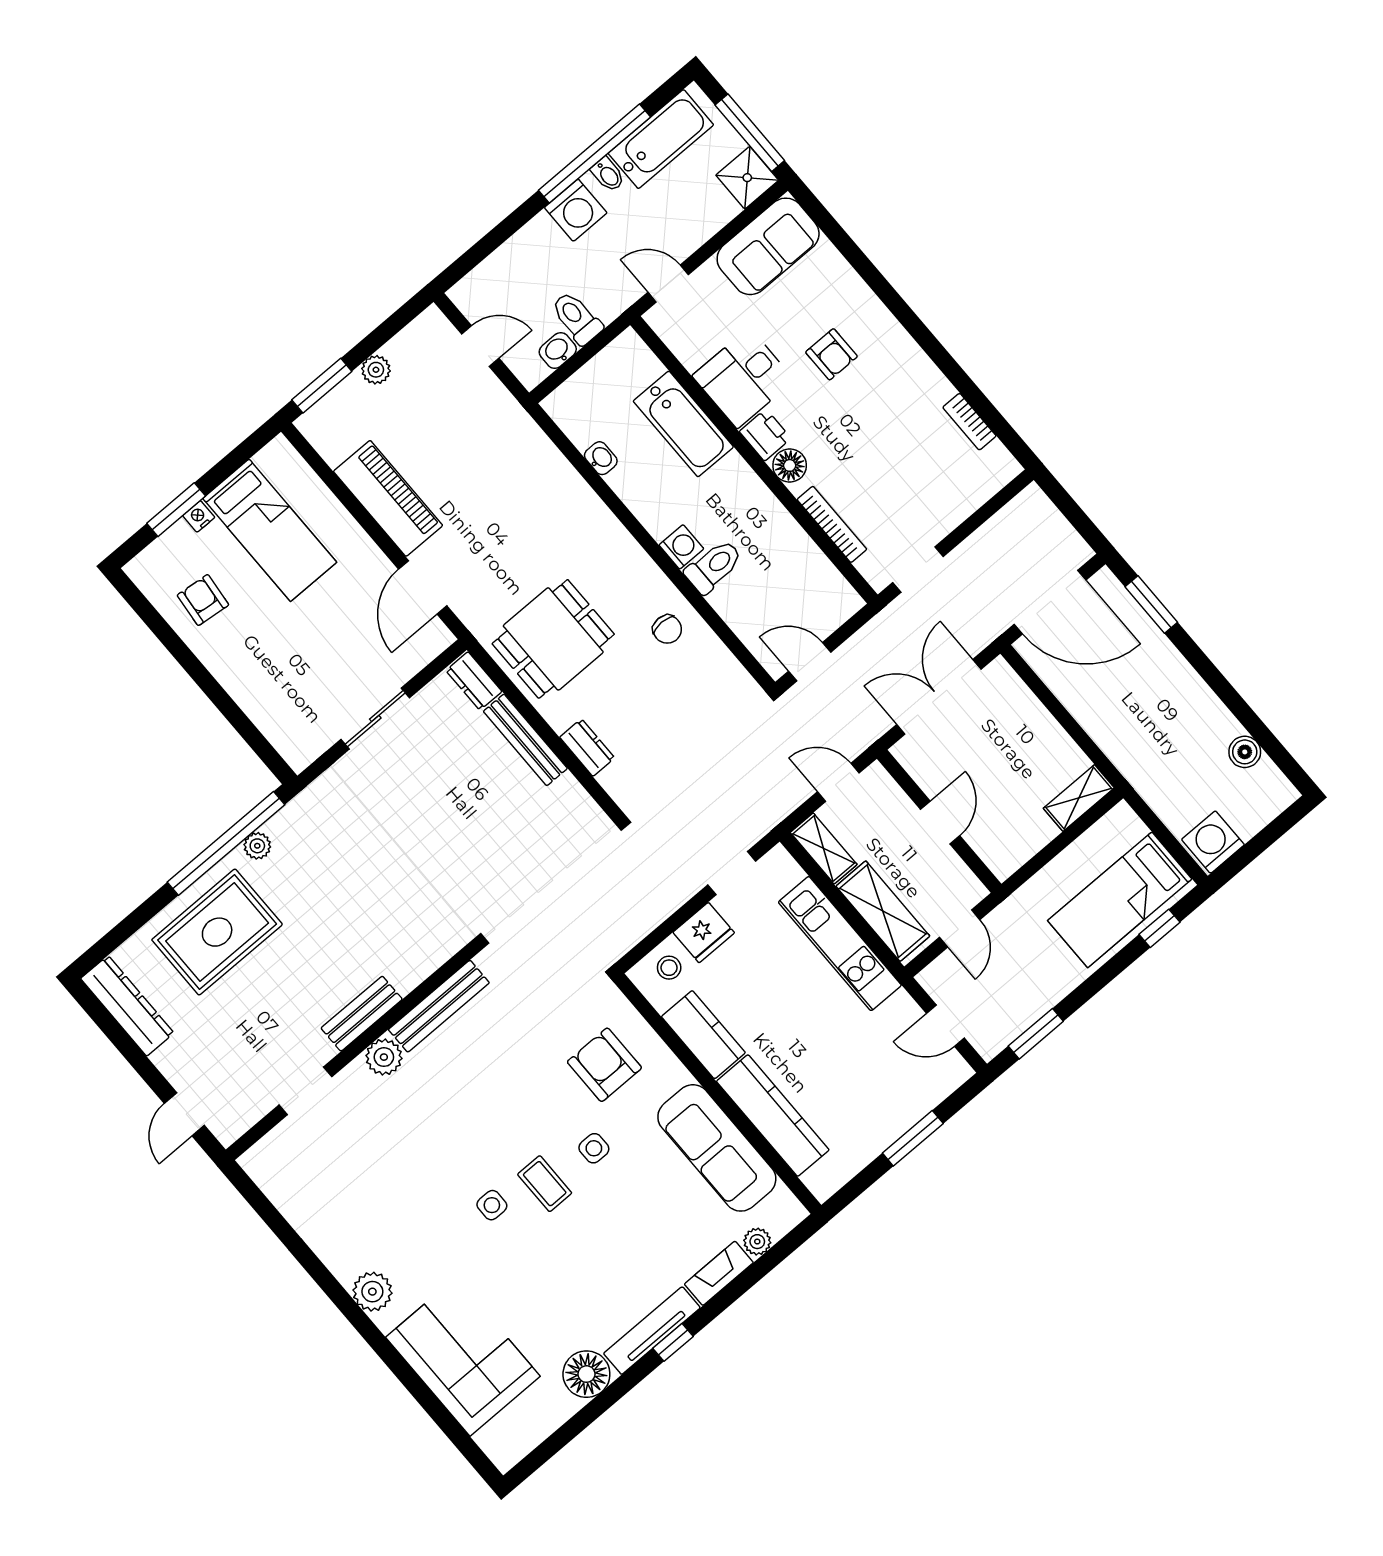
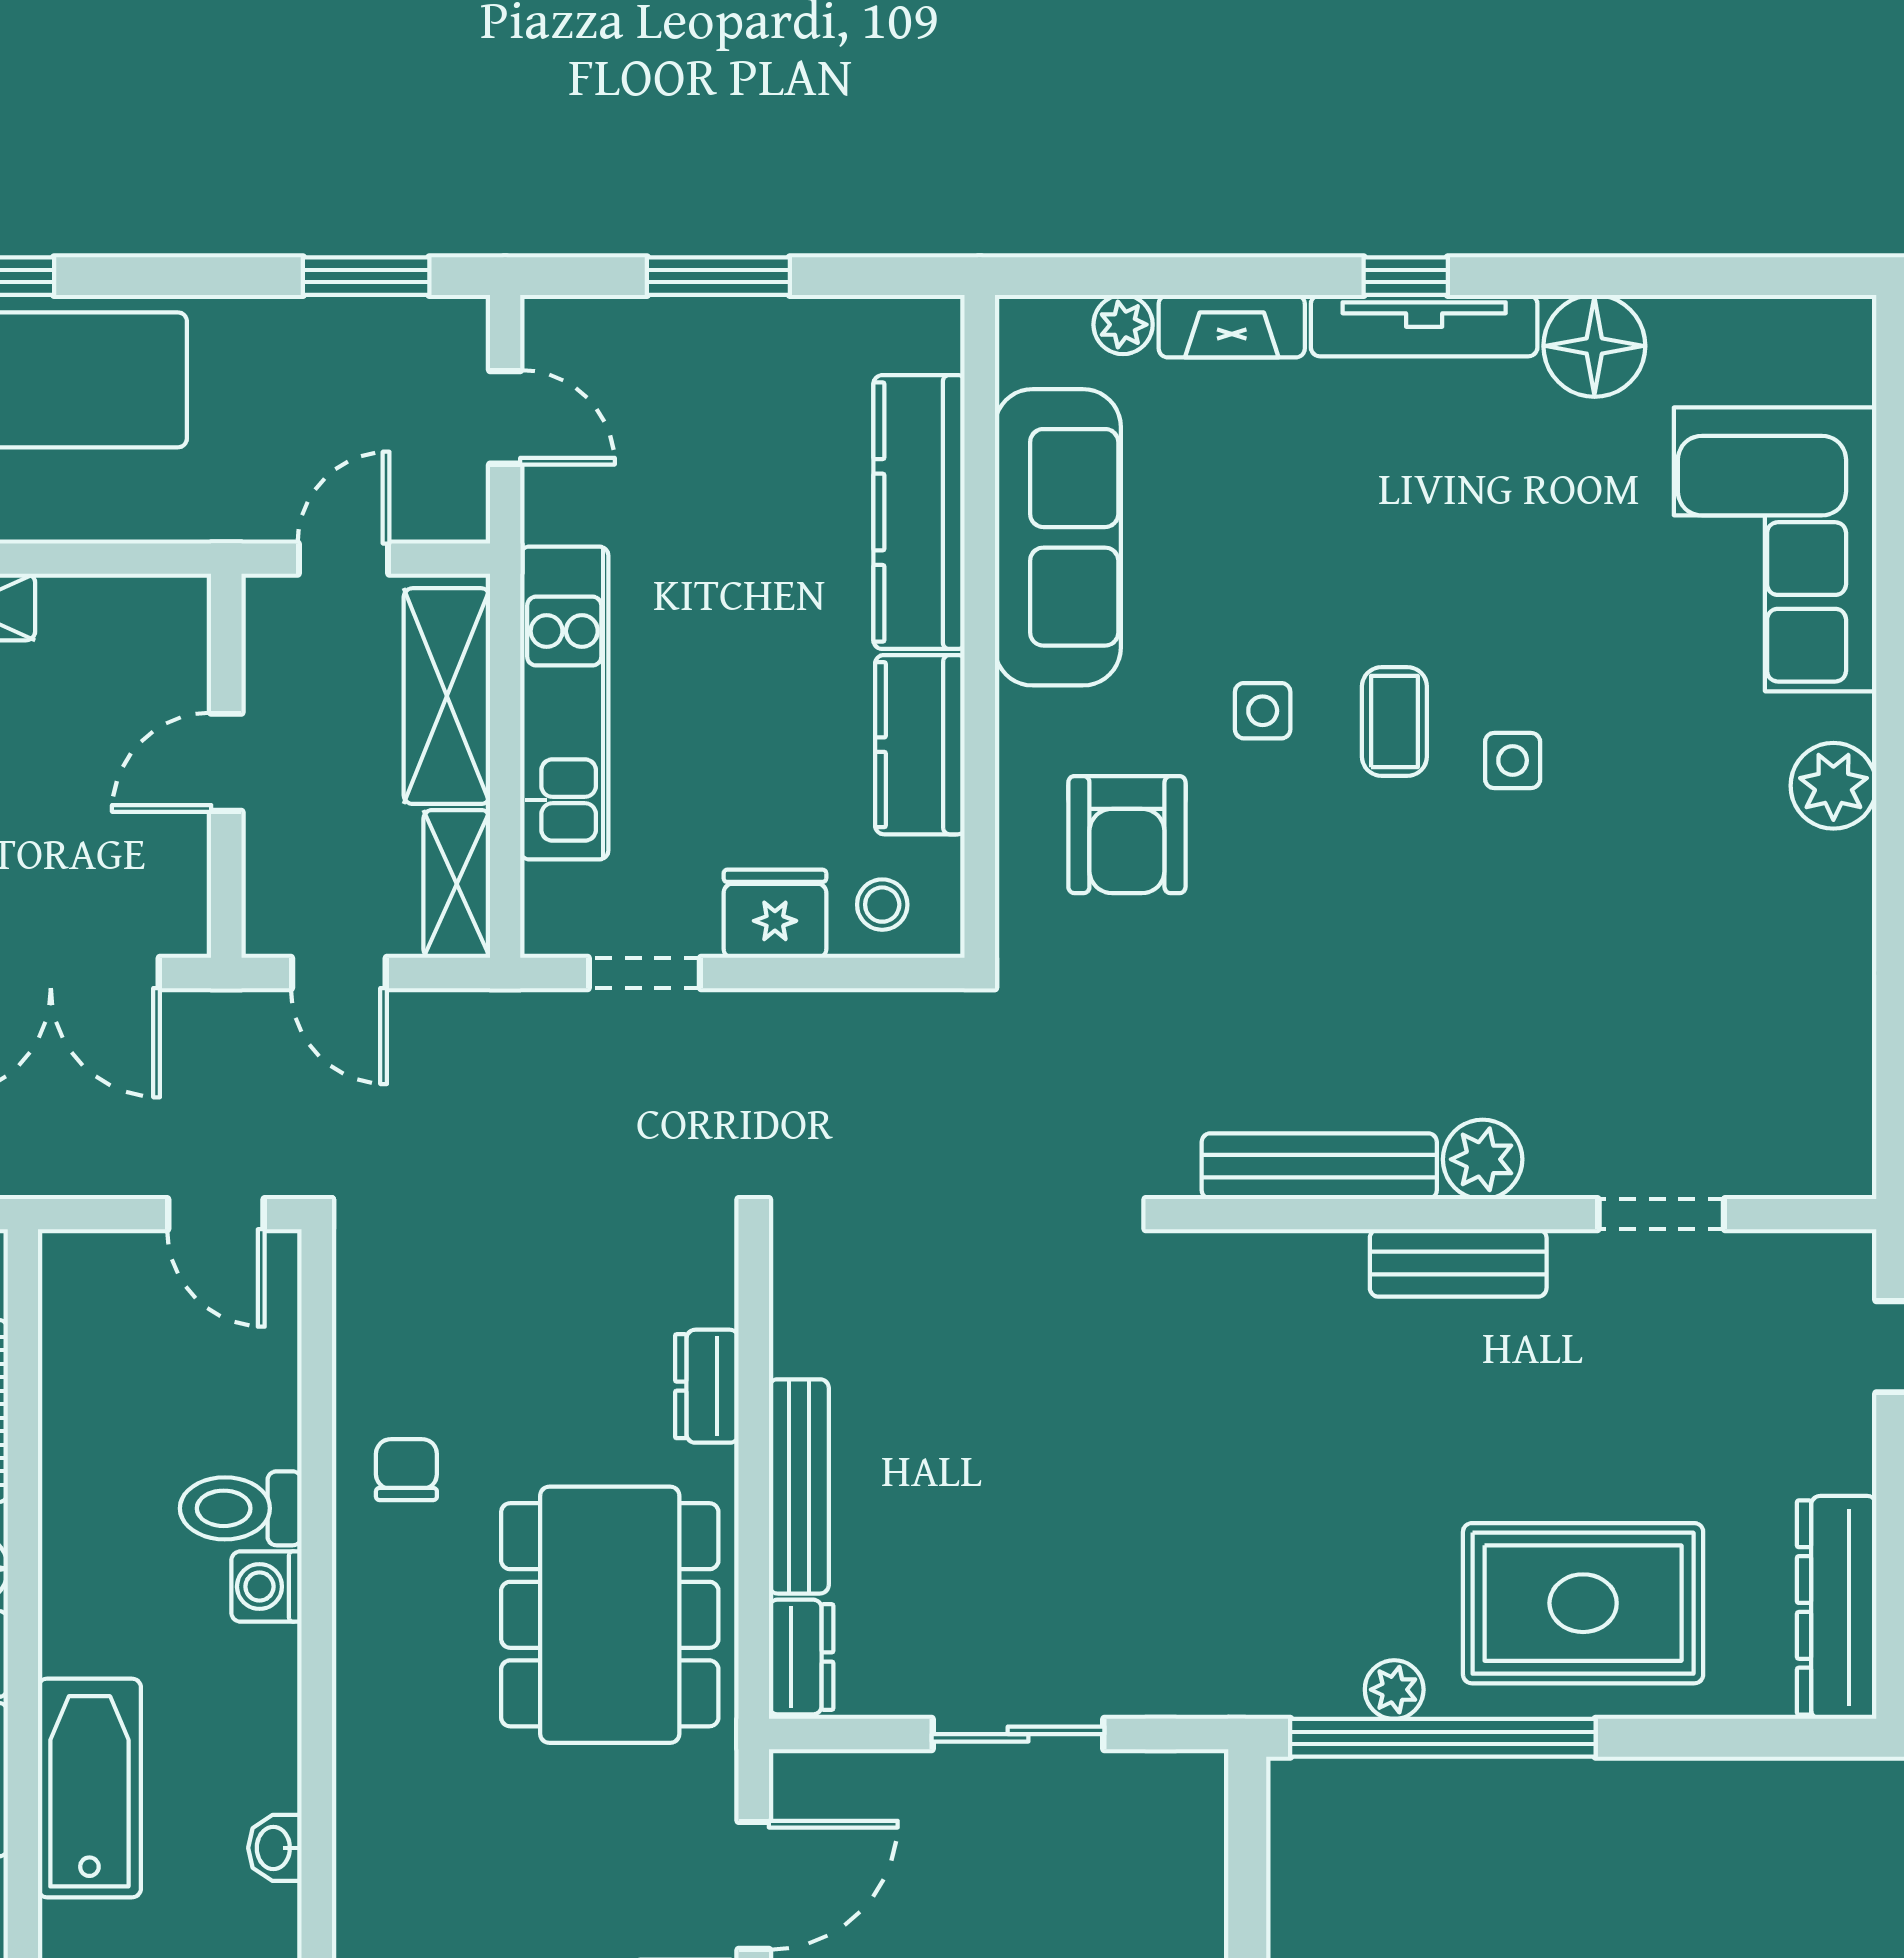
dining table: (553, 639) -> (610, 1615), width x1.38

